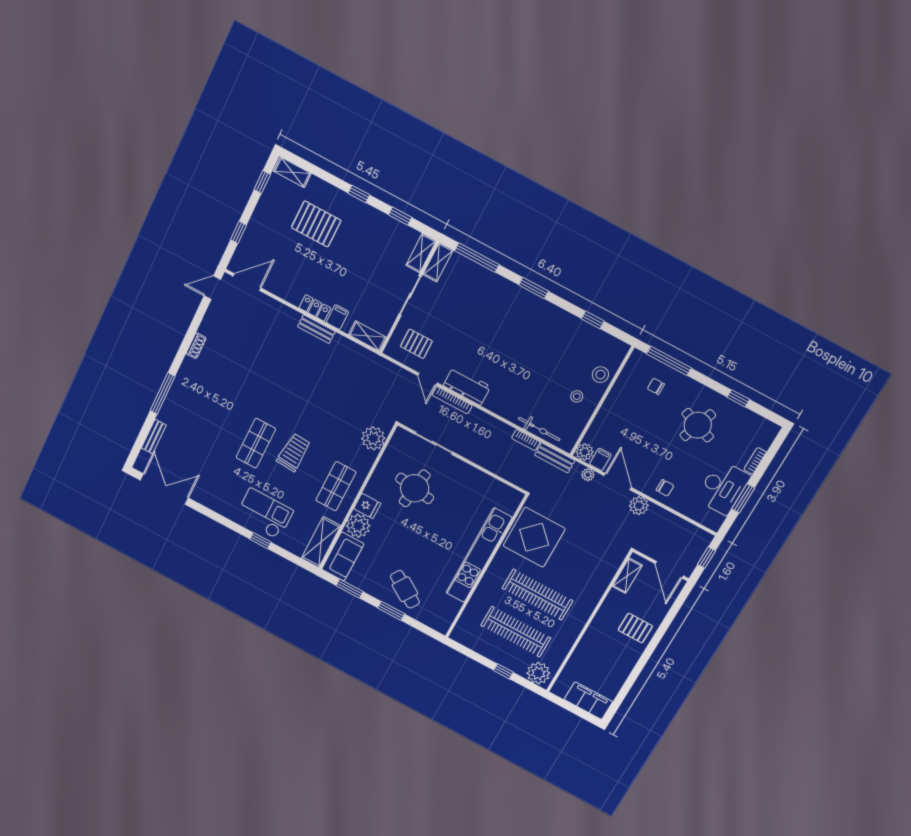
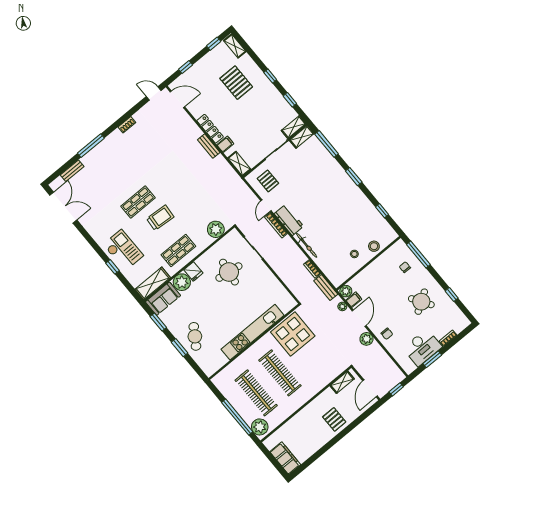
locker: (315, 308) -> (210, 129), width x1.53
round table: (698, 425) -> (421, 302), turned 37
bicycle: (539, 429) -> (307, 245), moved
window: (503, 671) -> (237, 417), width x3.17

